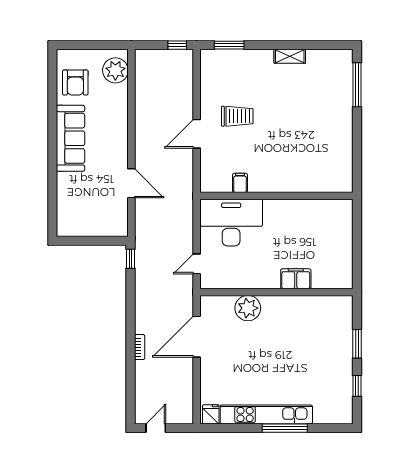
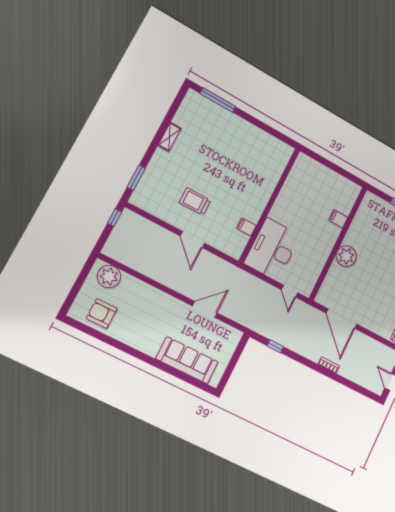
armchair: (75, 82) -> (102, 313), turned 180
trolley: (237, 116) -> (195, 201), turned -90
sofa: (70, 138) -> (187, 360), moved
window: (131, 259) -> (275, 346), moved
filing cabinet: (296, 279) -> (338, 219), width x0.50
plant: (248, 308) -> (346, 256), moved

